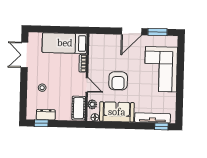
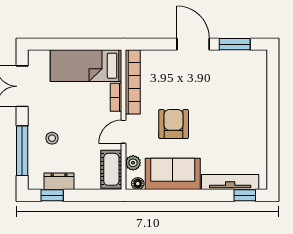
door: (132, 31) -> (193, 44), swing flipped
bookcase: (93, 54) -> (133, 82), added
corner sofa: (161, 69) -> (242, 104), removed
armchair: (118, 81) -> (174, 124), turned 180
door: (87, 85) -> (124, 132), swing flipped
window: (23, 95) -> (22, 151), added

